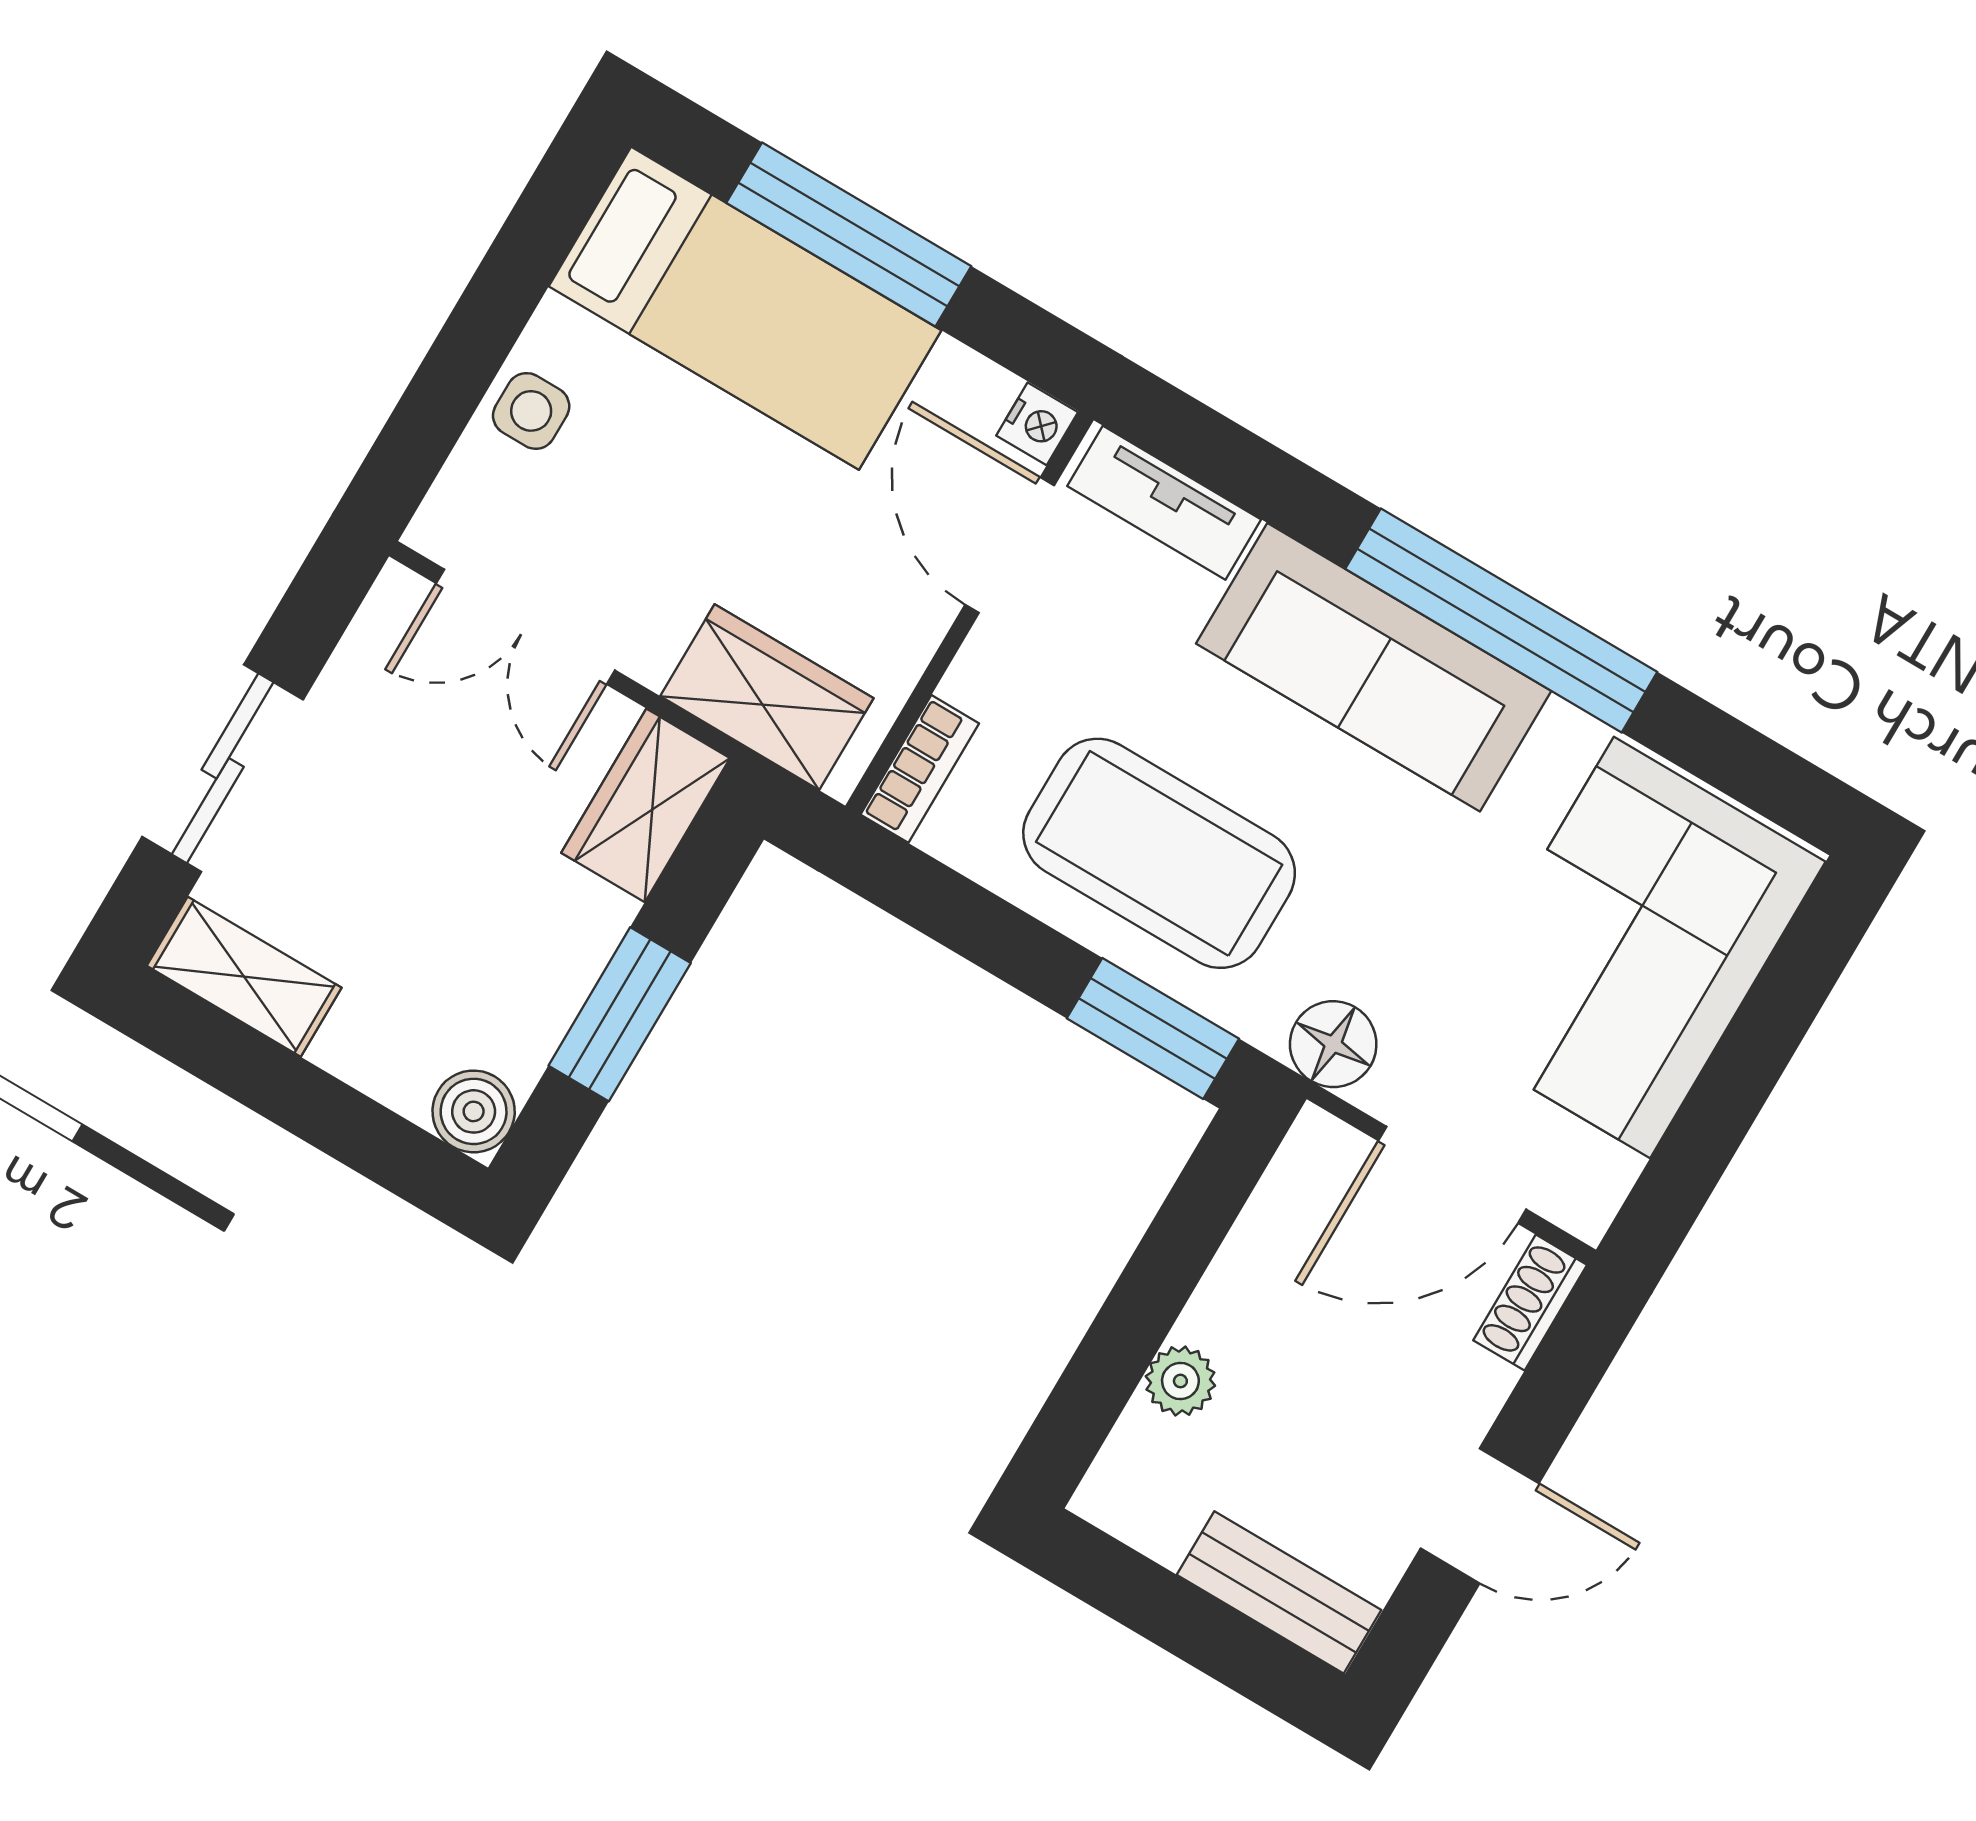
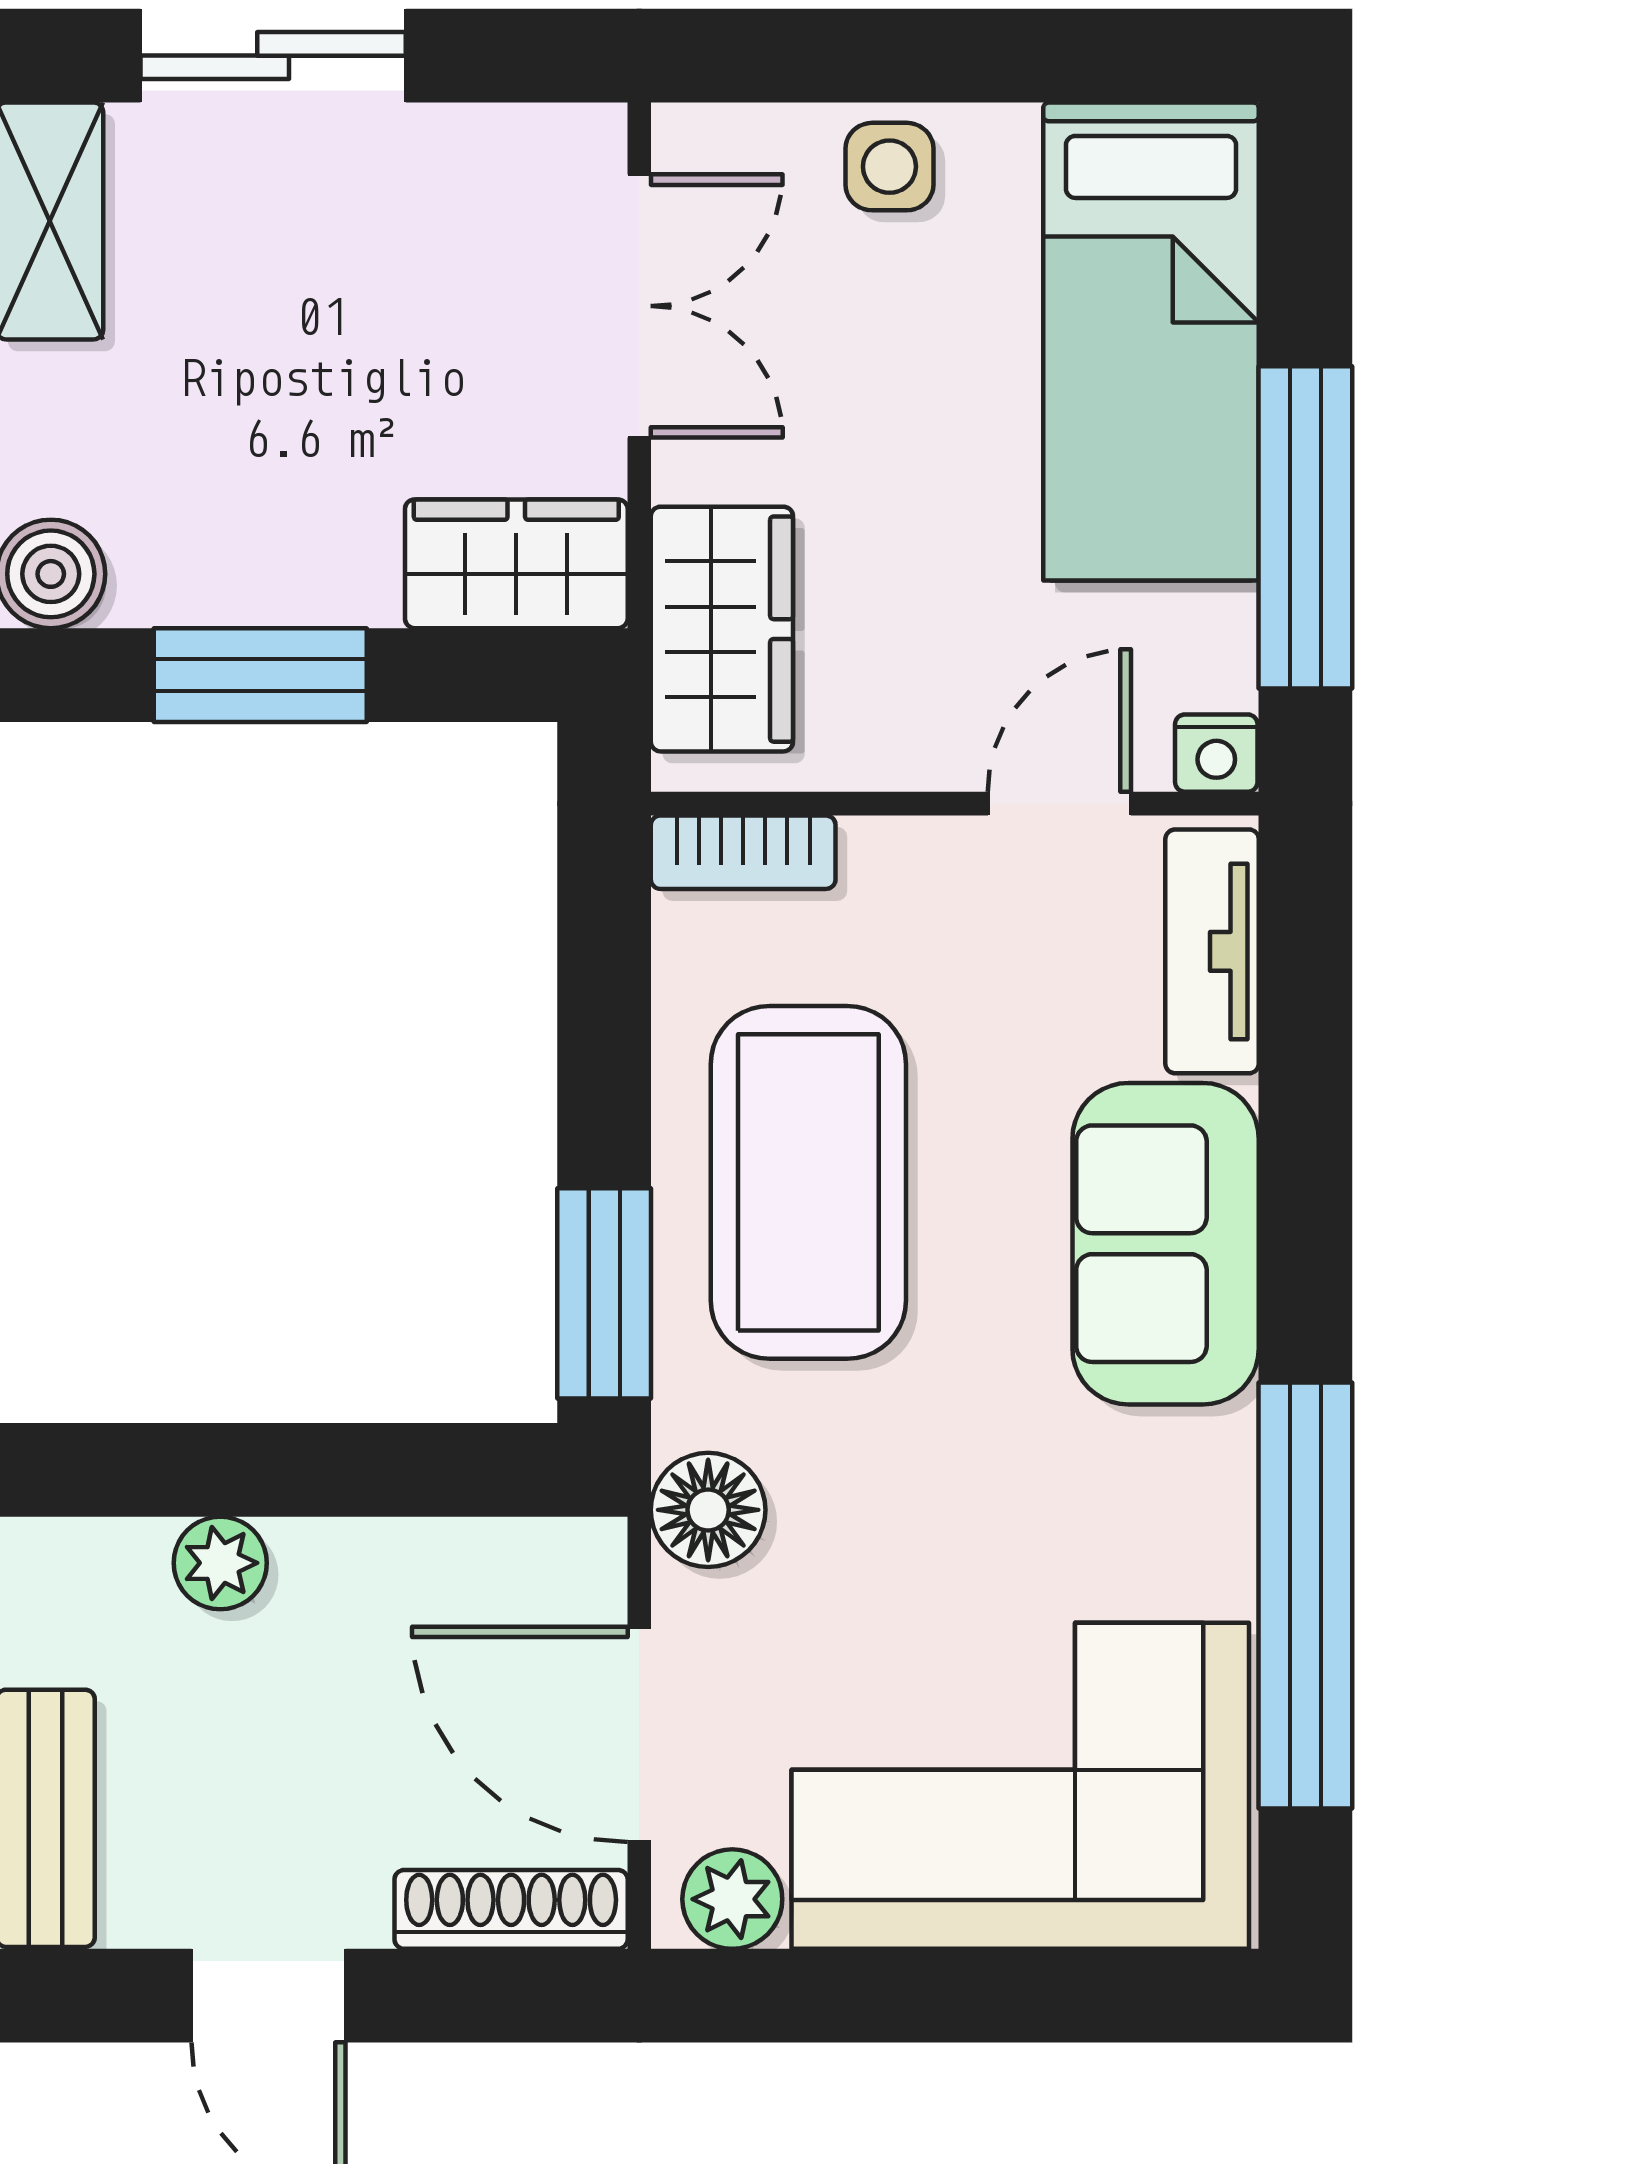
window: (849, 235) -> (1305, 527), moved
door: (1010, 545) -> (1059, 804), width x0.73
window: (1501, 620) -> (1305, 1596), moved
double door: (525, 627) -> (639, 306), swing flipped
sofa: (1374, 667) -> (1166, 1244), width x0.73
plant: (1595, 1178) -> (732, 1899), added
shoe rack: (1530, 1303) -> (511, 1909), width x1.43

